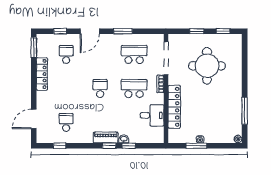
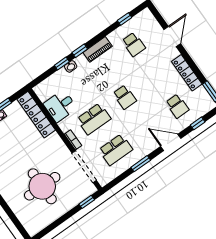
door: (90, 31) -> (171, 142), hinge flipped
window: (197, 31) -> (87, 202), moved
window: (223, 31) -> (50, 228), removed
locker: (174, 107) -> (36, 115), moved
door: (34, 119) -> (172, 37), moved
piano: (106, 138) -> (98, 49), moved

